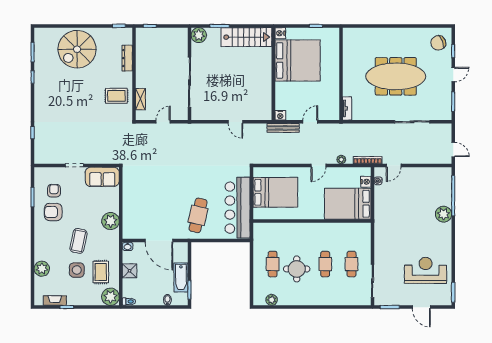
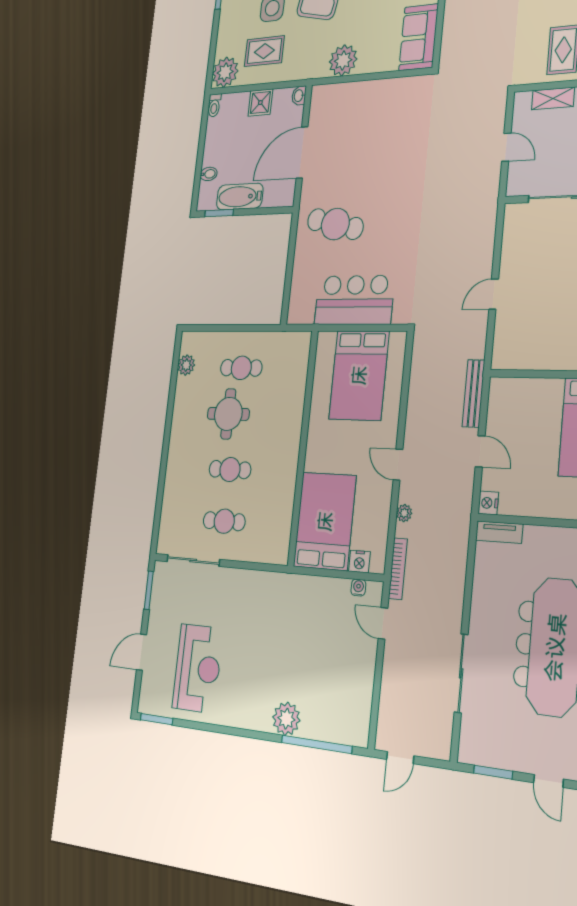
nightstand: (280, 115) -> (488, 503), moved
bar counter: (238, 208) -> (354, 300), width x0.73

